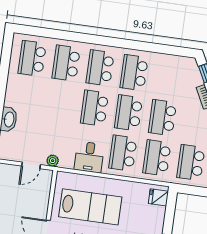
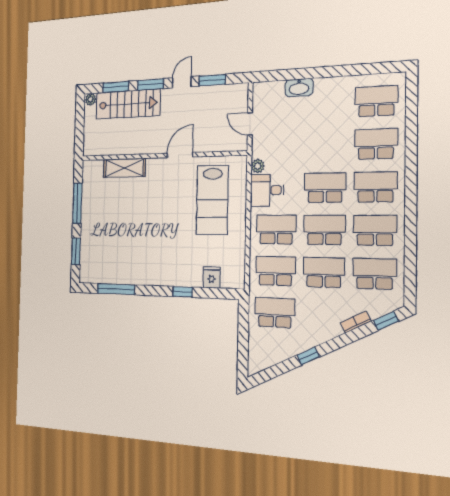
school desk: (168, 77) -> (375, 274), added
plant: (53, 161) -> (258, 166), moved
fridge: (158, 197) -> (212, 277), moved

